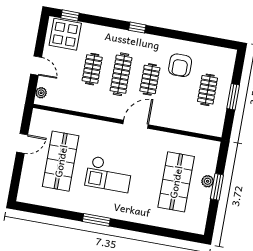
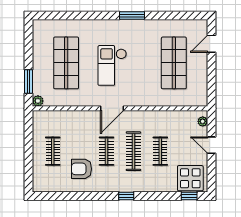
armchair: (180, 65) -> (81, 169), turned -90
window: (233, 97) -> (28, 149), removed
door: (22, 143) -> (211, 44), moved
checkout: (109, 174) -> (112, 65), moved, turned -90
plant: (208, 181) -> (38, 101), moved
window: (217, 187) -> (28, 81), moved

